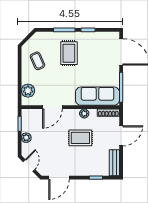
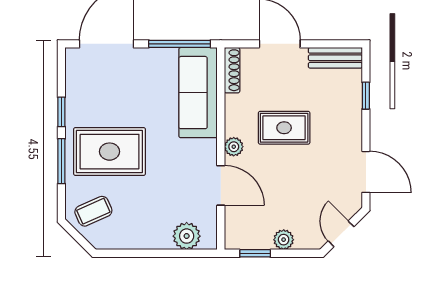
rug: (69, 53) -> (109, 152), width x1.36, depth x1.43
coffee table: (37, 61) -> (93, 211), moved
plant: (84, 114) -> (234, 147), moved
rug: (80, 138) -> (284, 128), turned 90
door: (29, 166) -> (341, 234), hinge flipped

